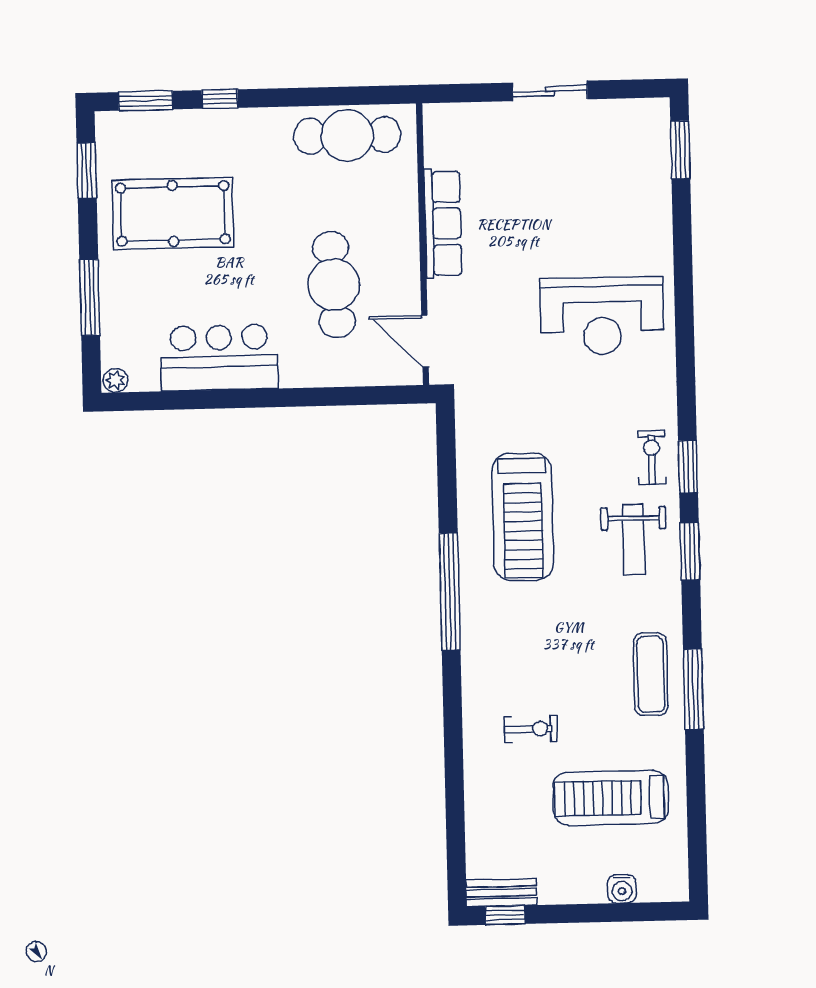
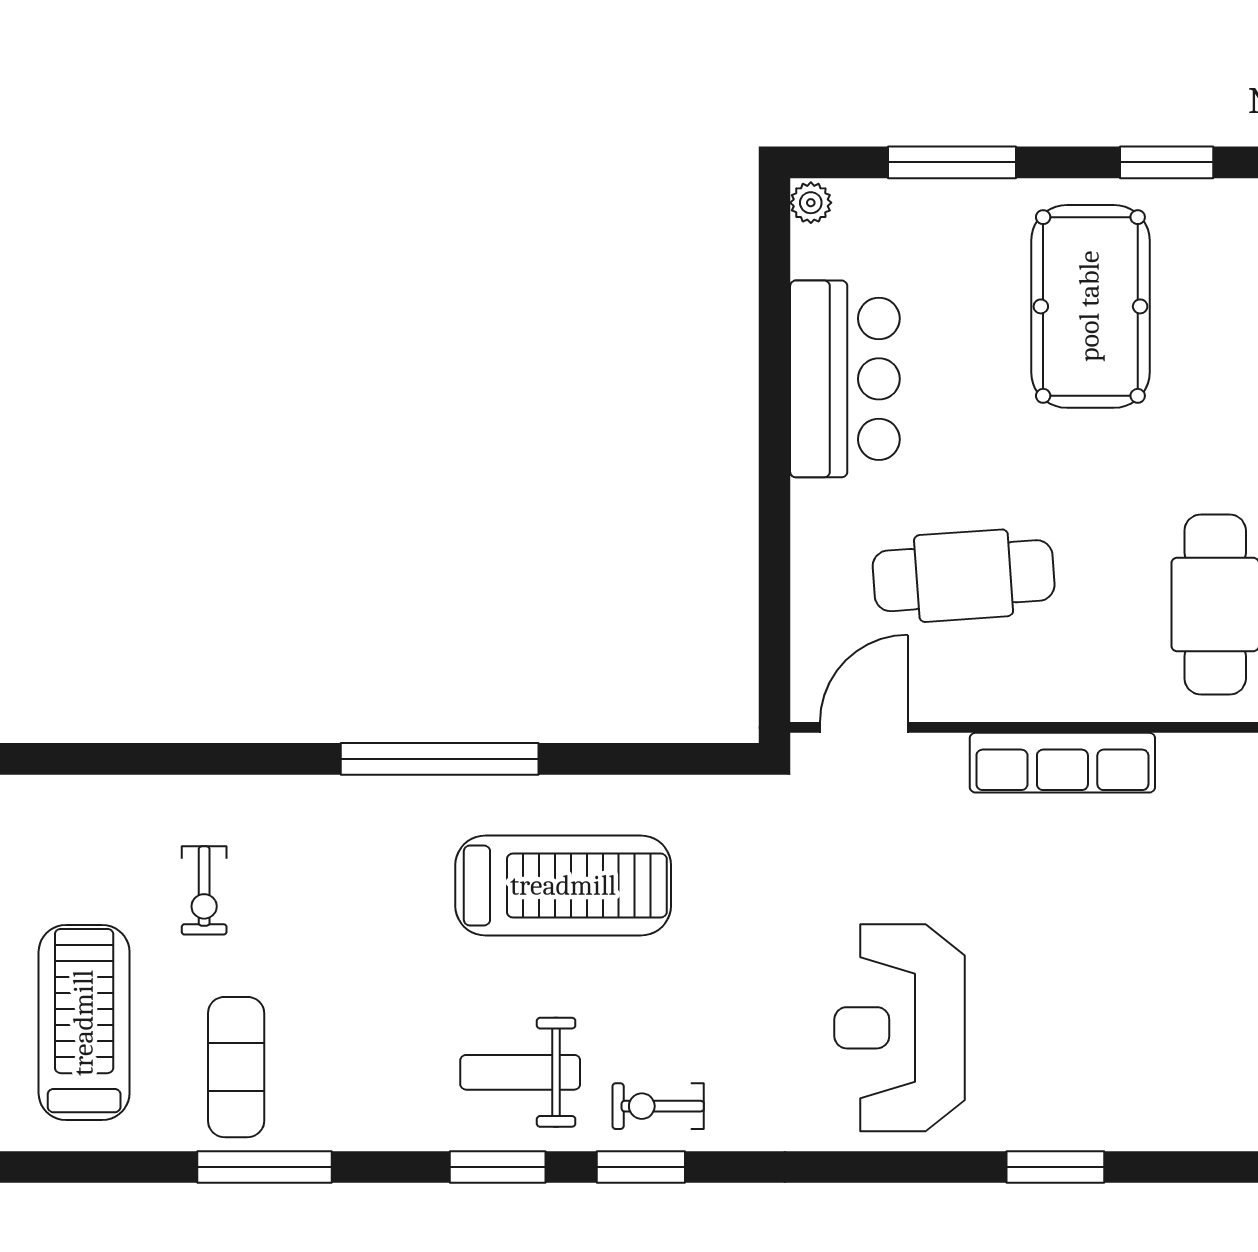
window: (680, 150) -> (1055, 1167), moved
exercise bike: (652, 457) -> (658, 1106), turned 180
treadmill: (523, 517) -> (563, 886), turned 180
exercise mat: (651, 674) -> (236, 1067), moved, turned 90

